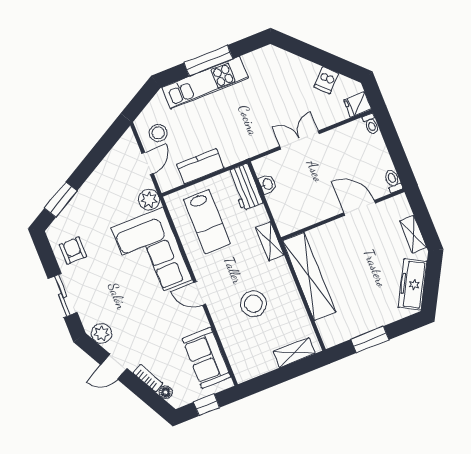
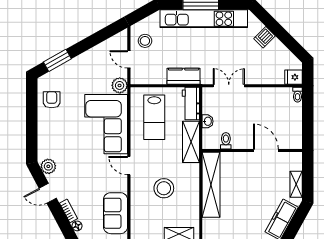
dishwasher: (326, 80) -> (265, 37), moved
kitchen unit: (205, 83) -> (204, 19), width x1.36
double door: (300, 140) -> (229, 86), moved
door: (148, 163) -> (129, 59), swing flipped
kitchen counter: (200, 166) -> (184, 76), moved
toilet: (393, 181) -> (226, 141), moved
washbasin: (267, 184) -> (208, 121), moved
shelving: (270, 241) -> (191, 142), width x1.50, depth x1.33
sliding door: (63, 295) -> (32, 129), removed

